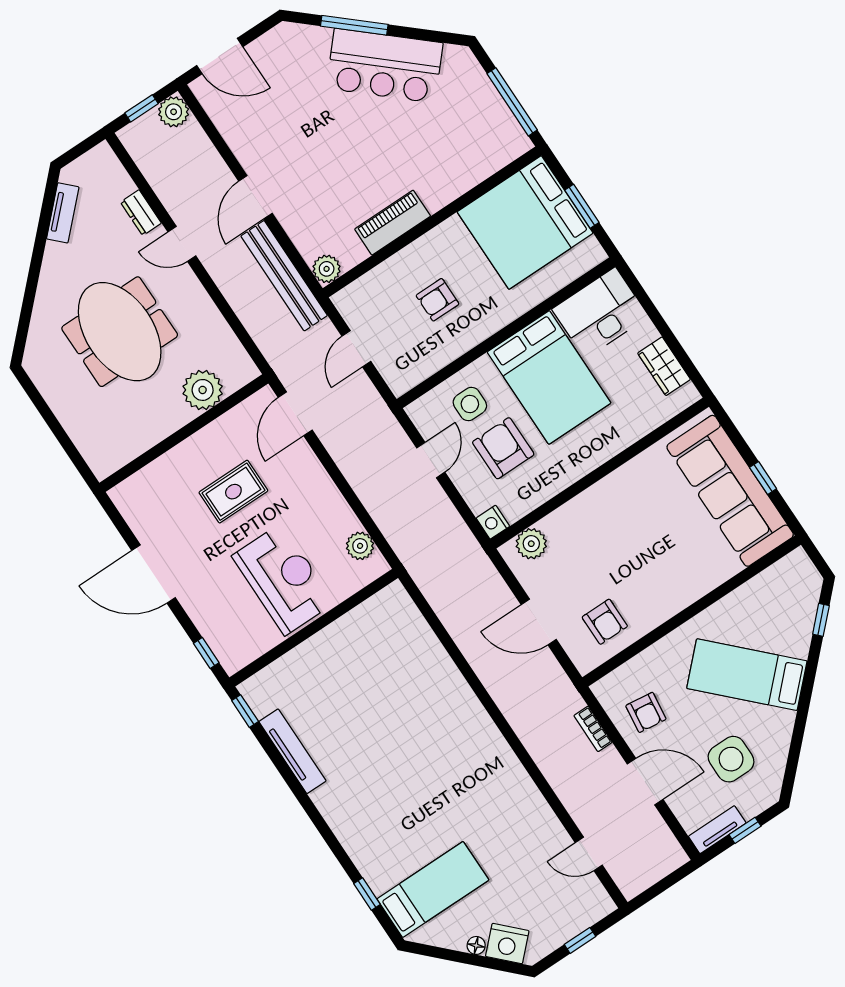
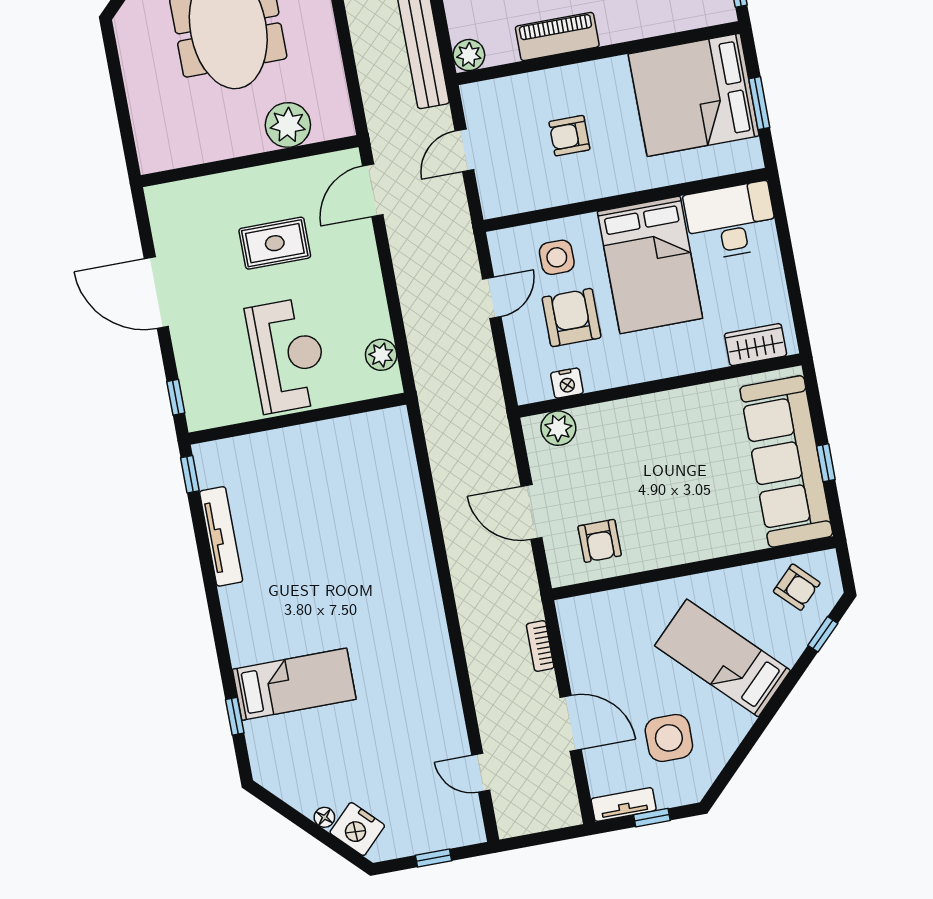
wardrobe: (664, 366) -> (756, 345), moved, turned 90
nightstand: (493, 522) -> (567, 383), moved, turned -90
armchair: (646, 712) -> (797, 587), moved, turned -52
bed: (433, 889) -> (294, 684), moved

